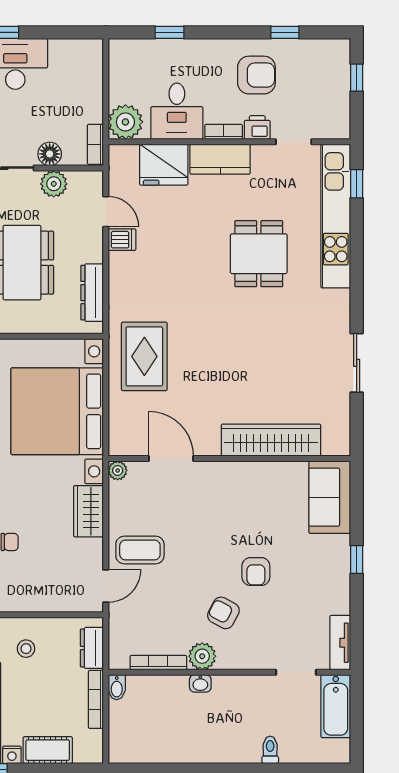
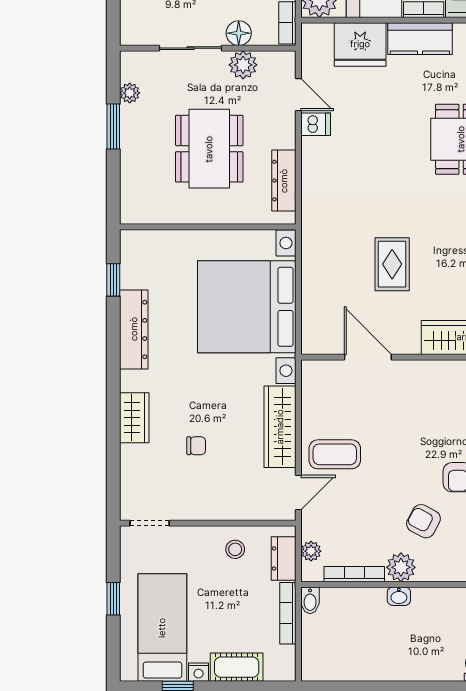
rug: (144, 356) -> (392, 264), moved, width x0.73, depth x0.70
plant: (118, 470) -> (311, 551), moved
wardrobe: (88, 511) -> (280, 427), width x1.50
stool: (26, 649) -> (235, 549), moved

